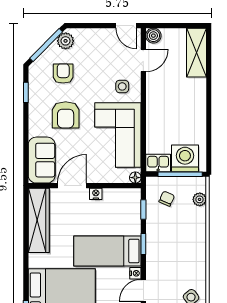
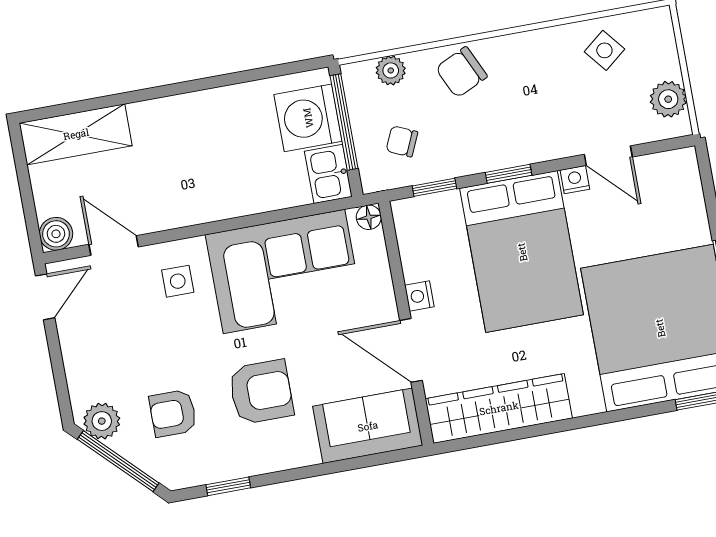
chair: (193, 231) -> (461, 72), added
bed: (107, 251) -> (522, 252), width x1.50

